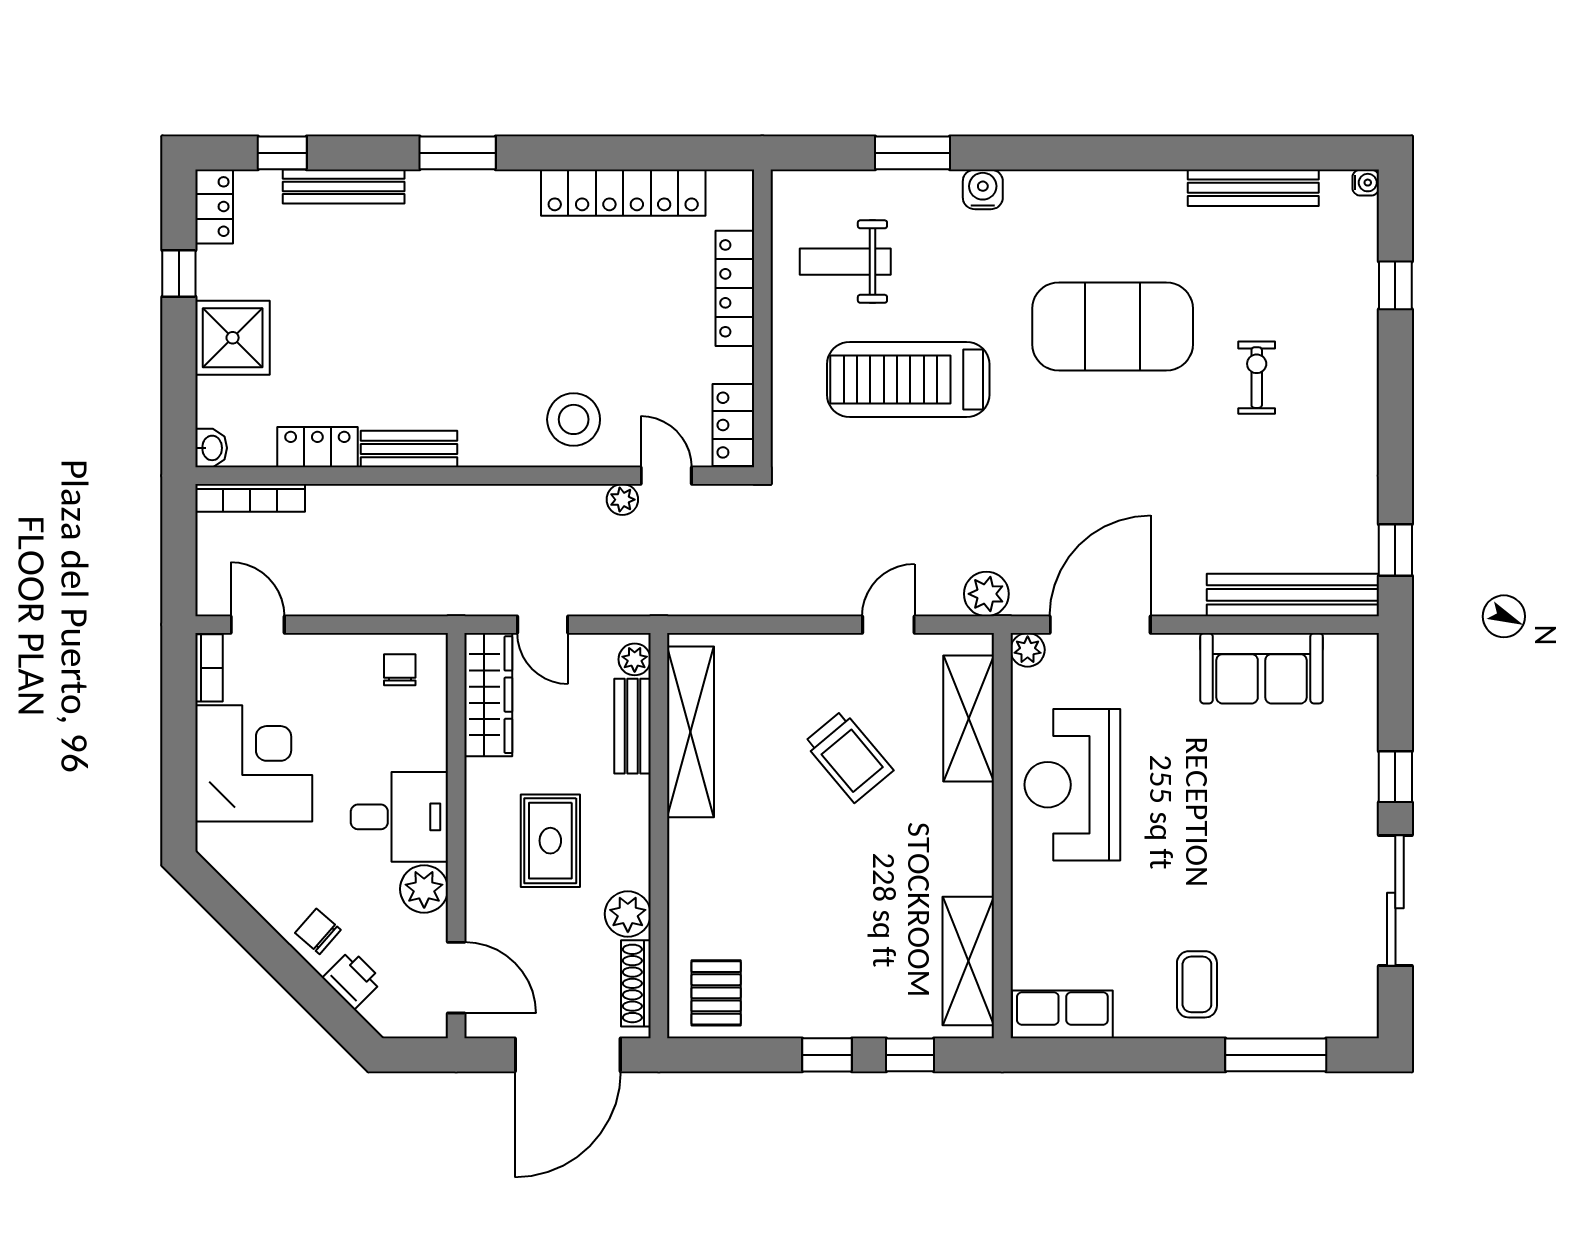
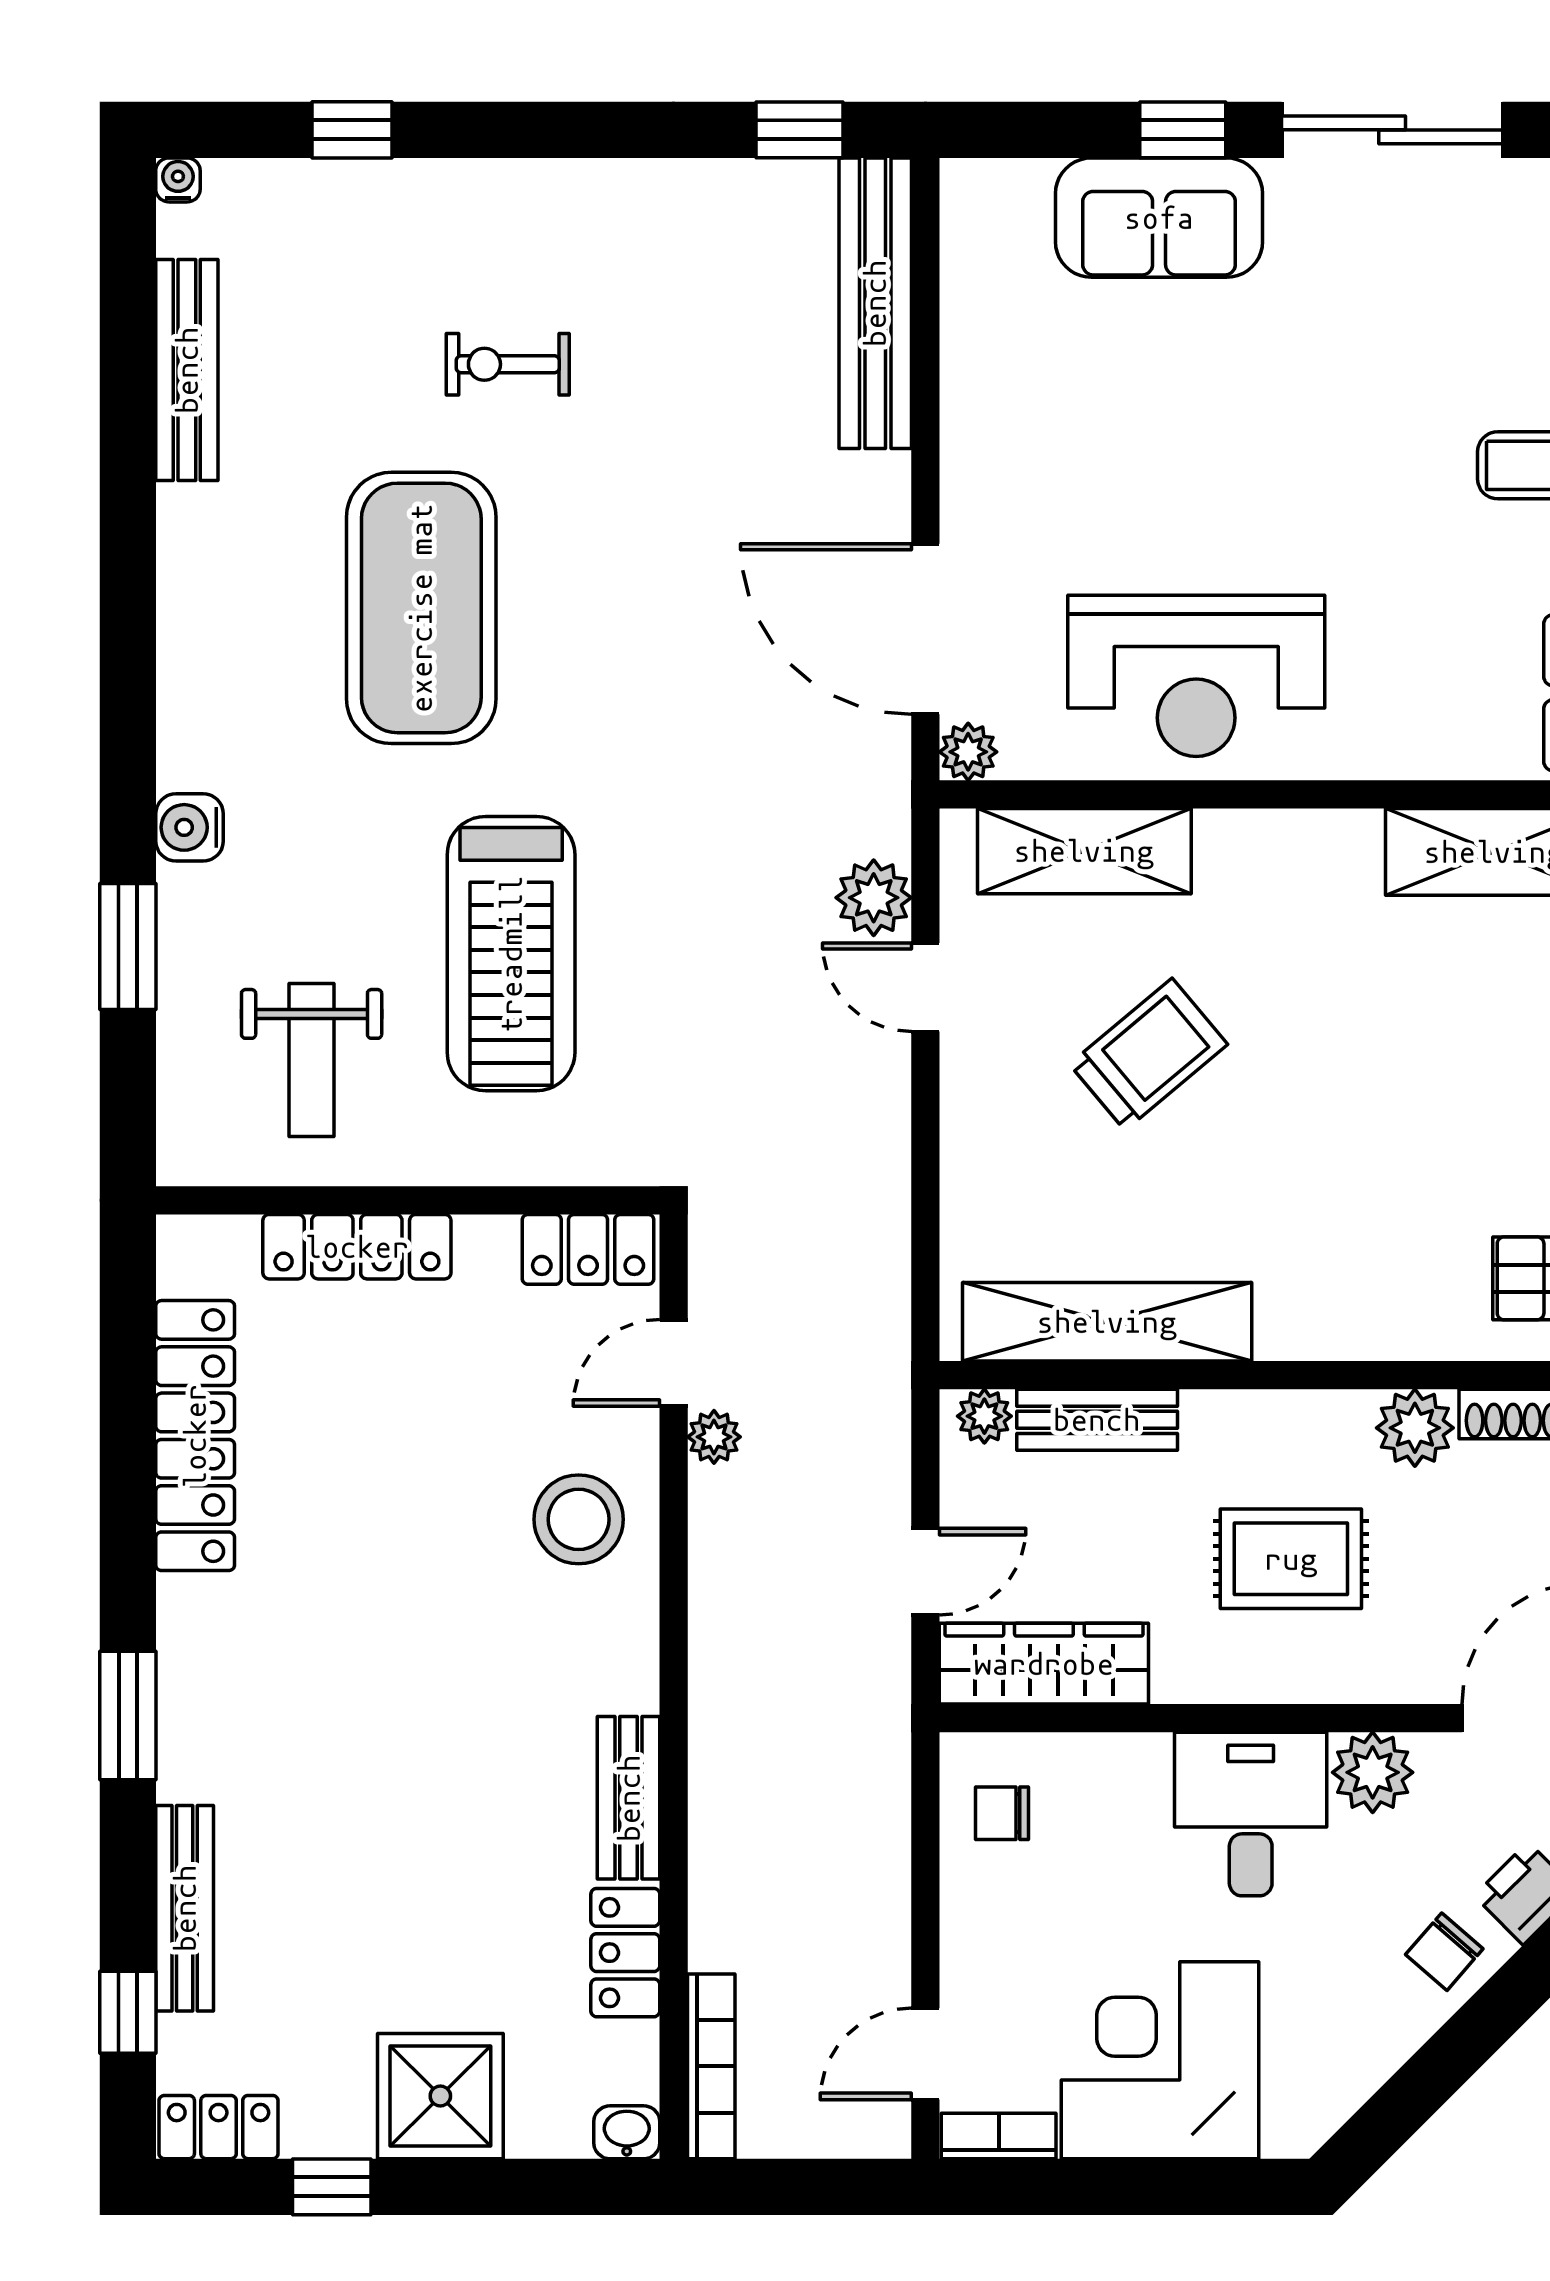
plant: (986, 594) -> (874, 898), moved
sofa: (1262, 668) -> (1159, 218), moved, turned 90

